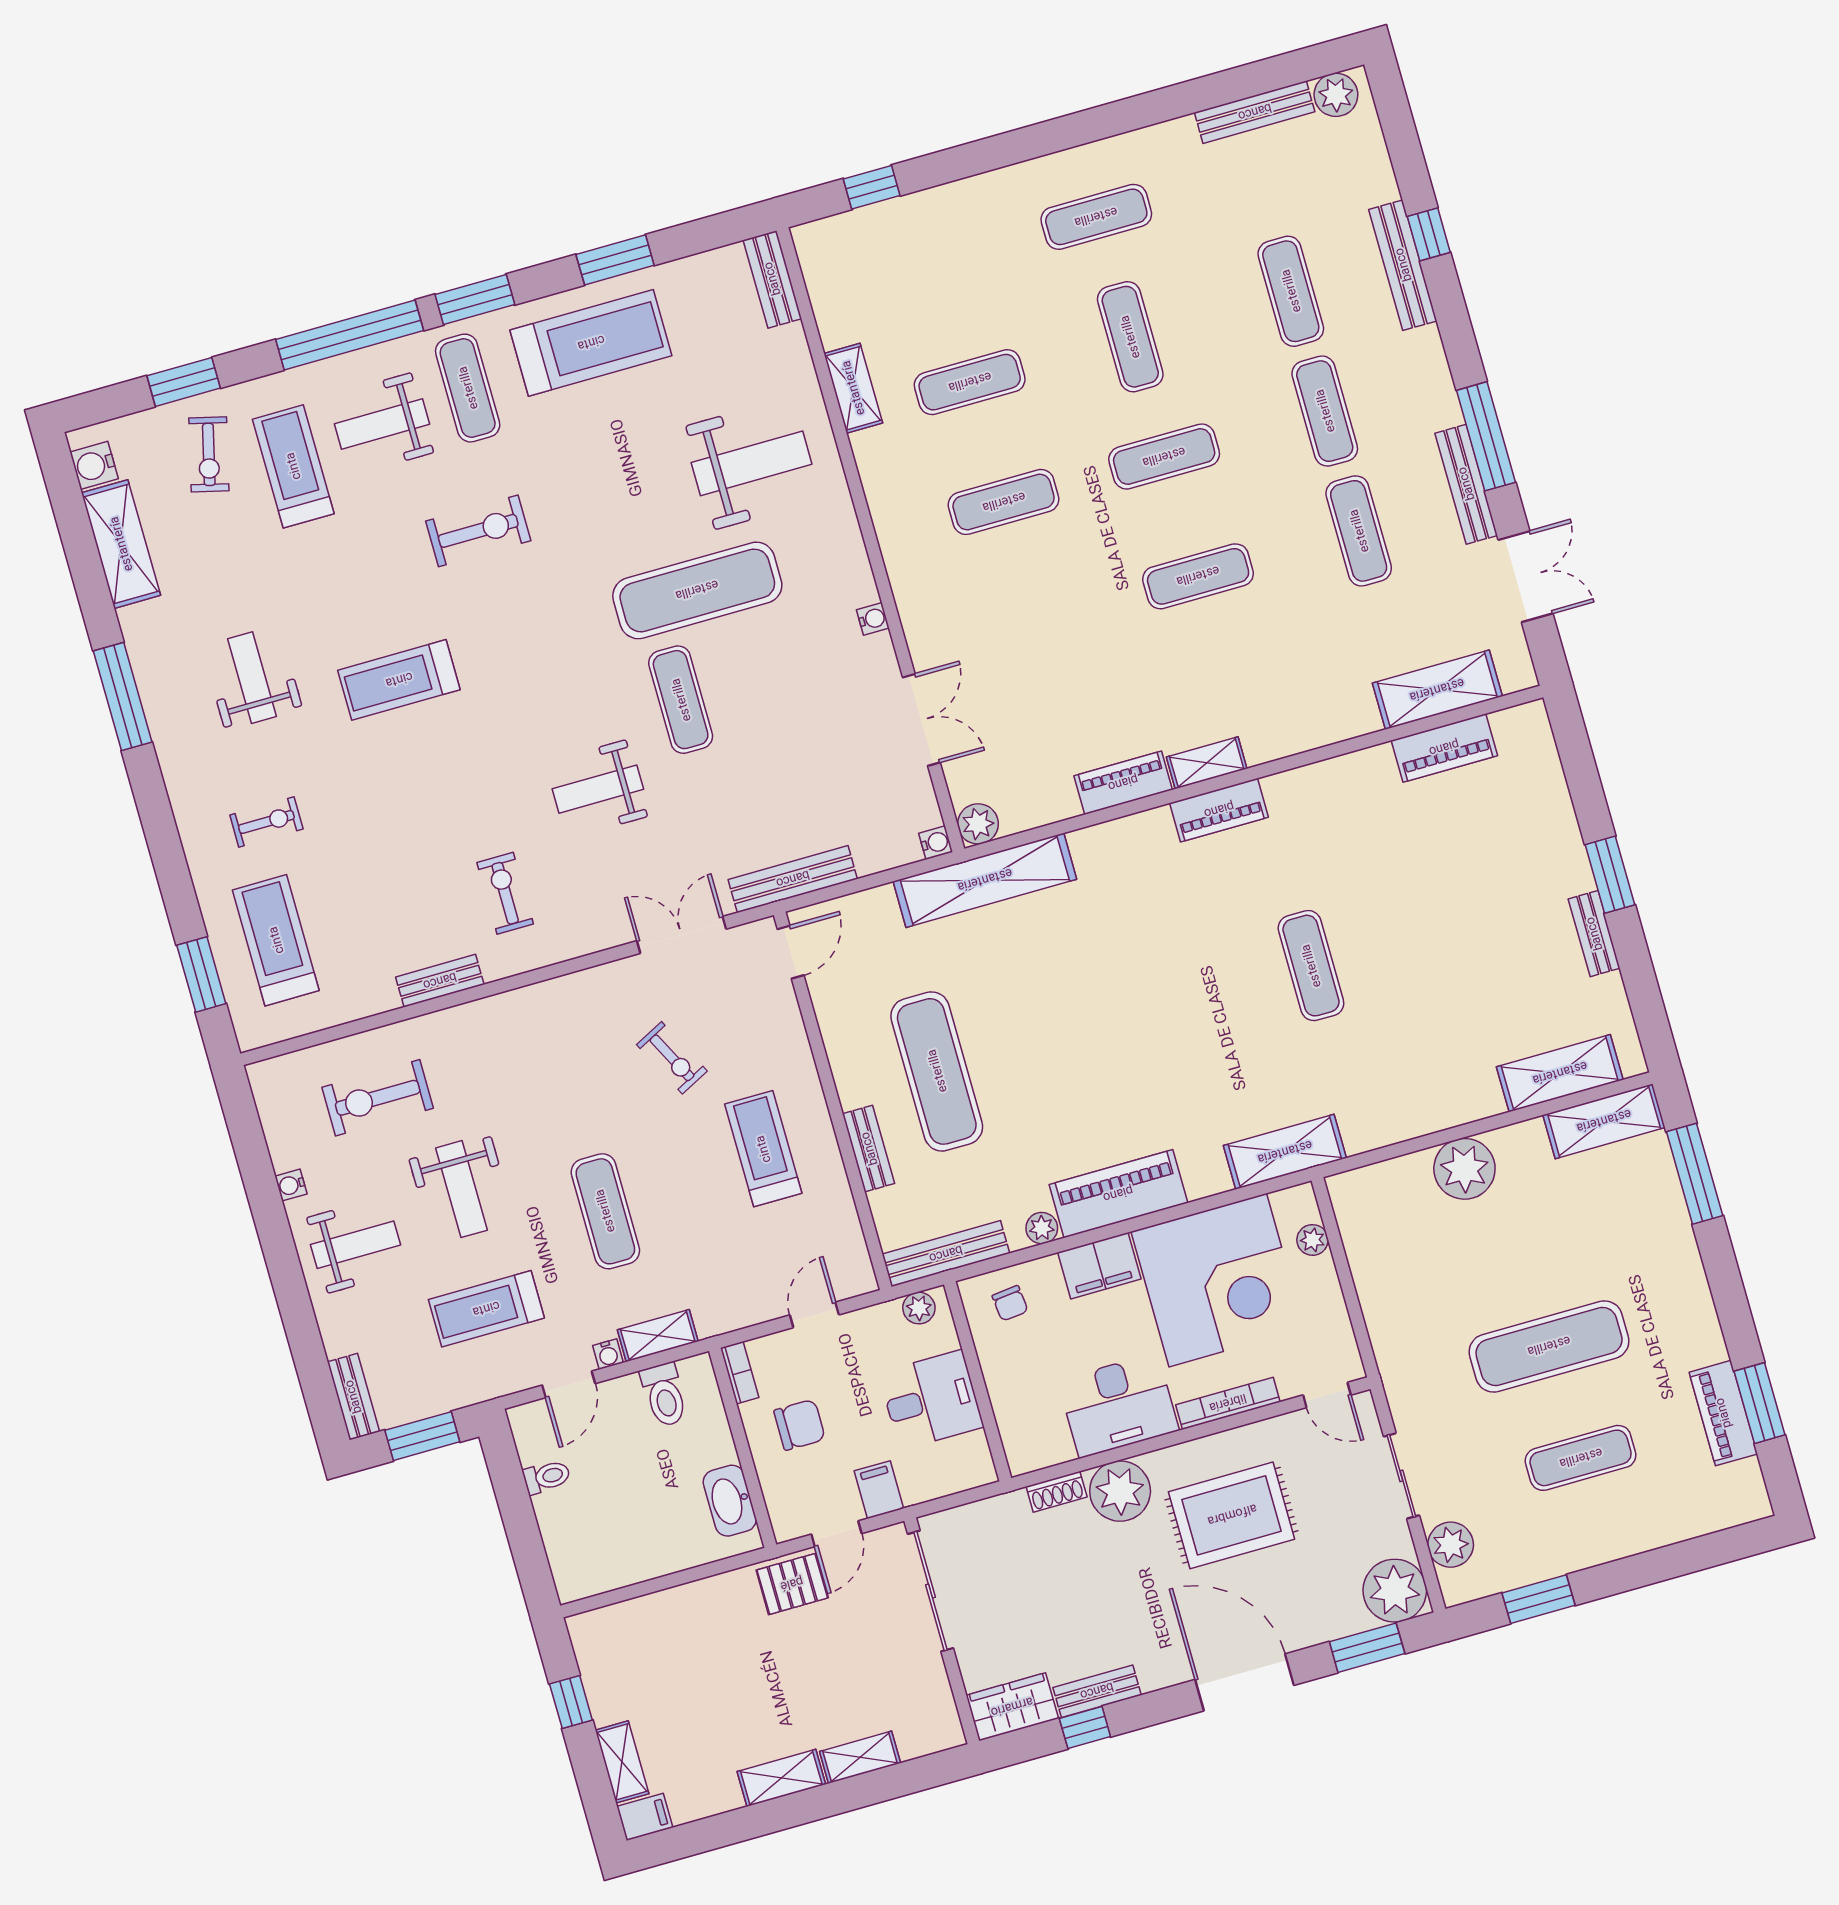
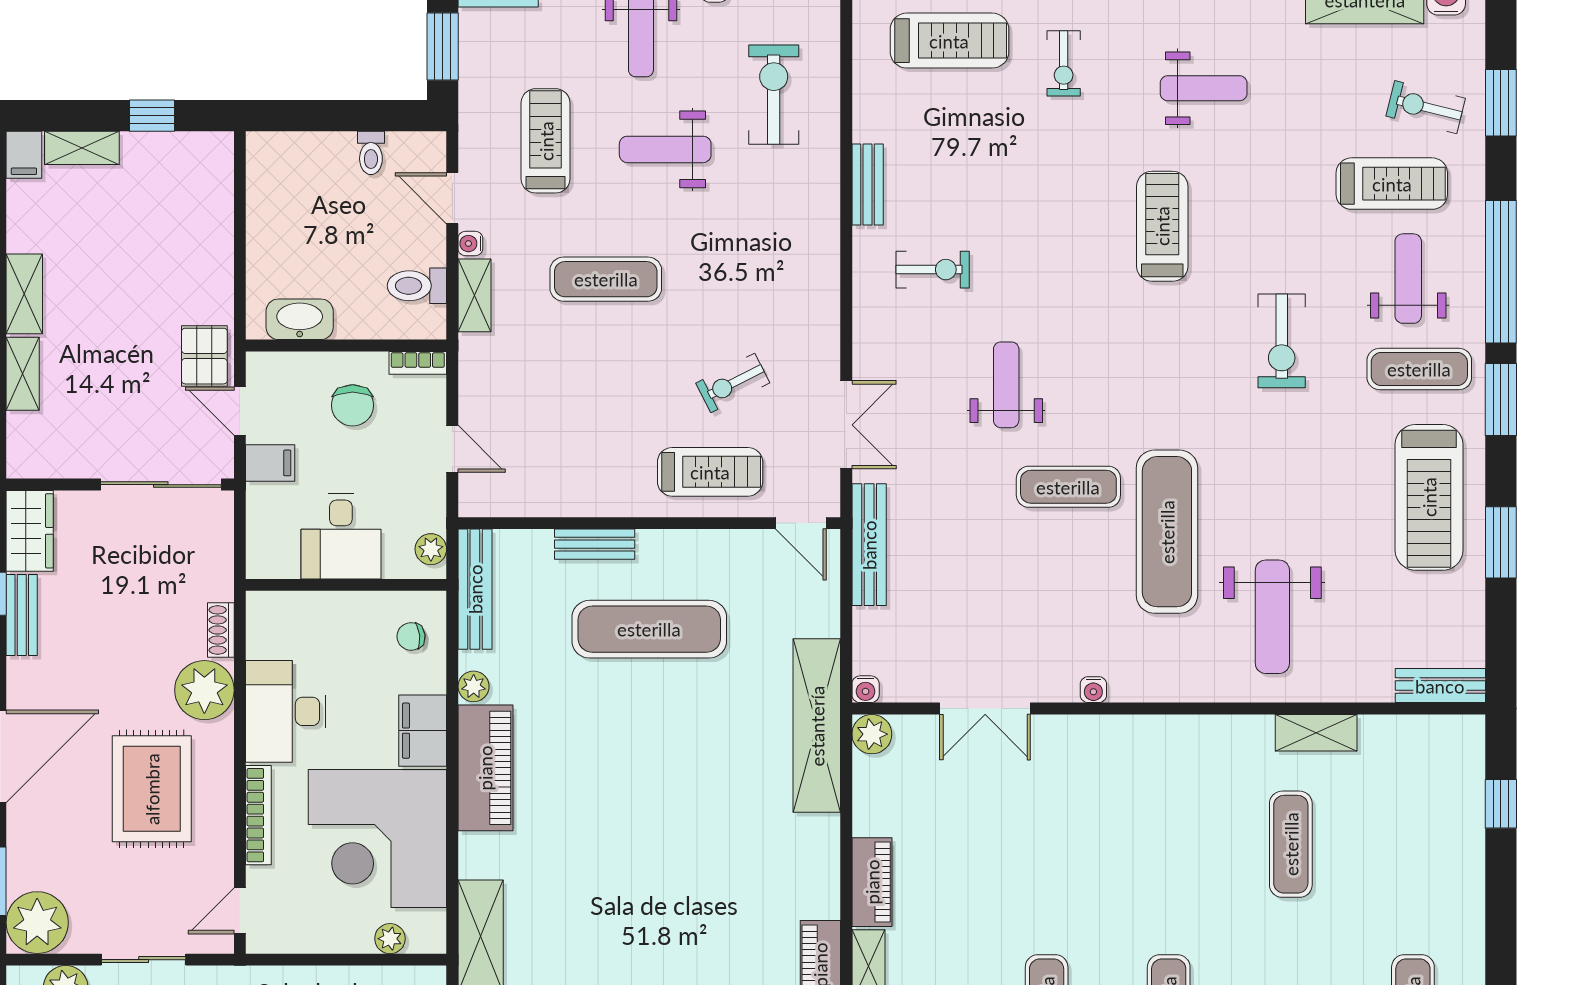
exercise mat: (1004, 502) -> (1169, 844), removed
treadmill: (763, 1149) -> (710, 472), moved

